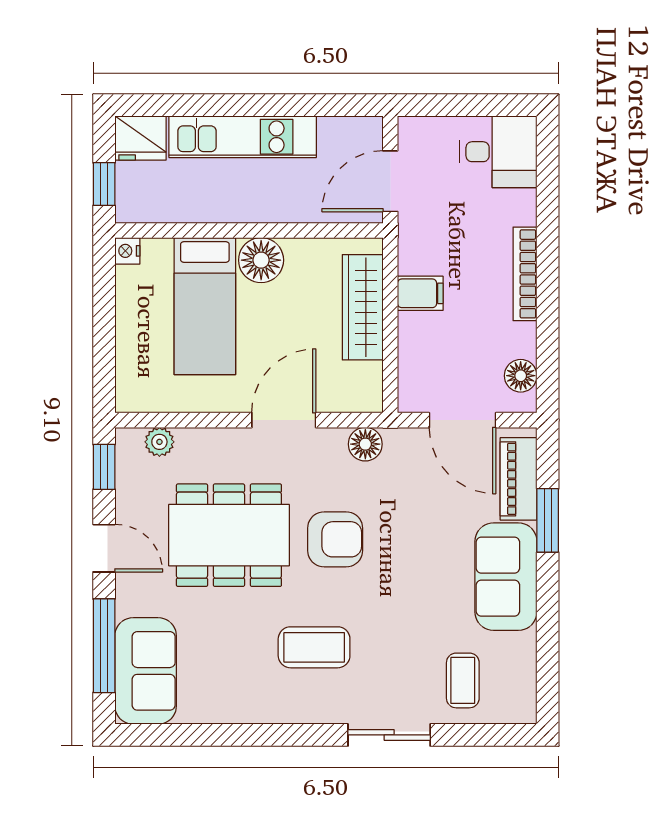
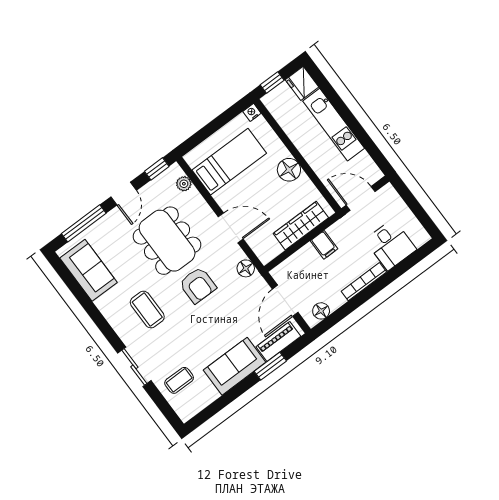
desk: (498, 152) -> (391, 245), moved
bed: (205, 306) -> (229, 162), moved, turned 180
sofa: (146, 671) -> (89, 270), moved, turned -90

